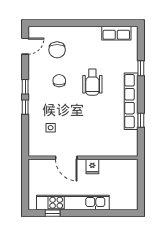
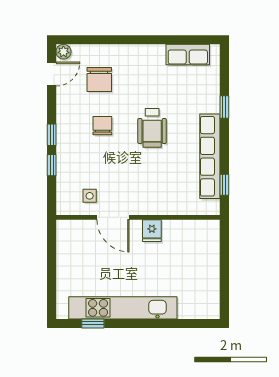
plant: (33, 31) -> (63, 52), added
door: (66, 158) -> (113, 217), moved
wall: (83, 158) -> (138, 217), moved
fridge: (92, 167) -> (152, 231), moved

